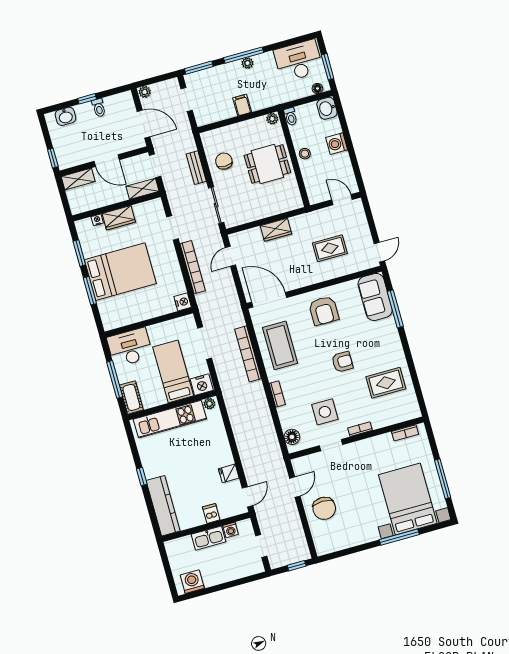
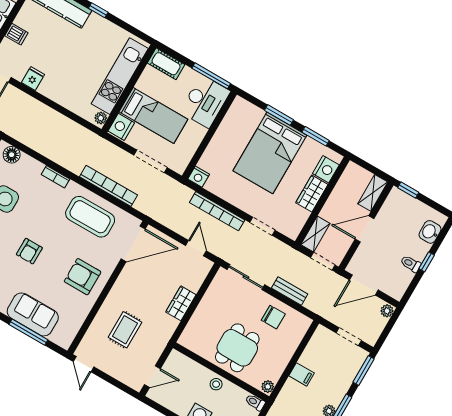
nightstand: (97, 220) -> (326, 169), width x1.89, depth x1.79
sofa: (375, 297) -> (33, 314), moved
window: (115, 379) -> (211, 76), moved

